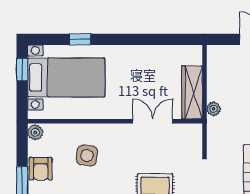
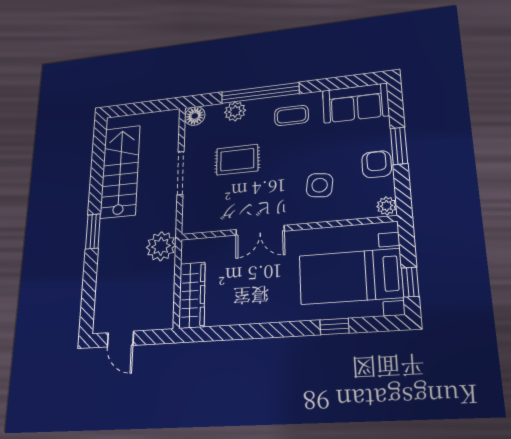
wardrobe: (192, 92) -> (192, 295), moved
plant: (214, 109) -> (161, 246), width x1.87, depth x1.87
double door: (153, 121) -> (260, 230), moved

